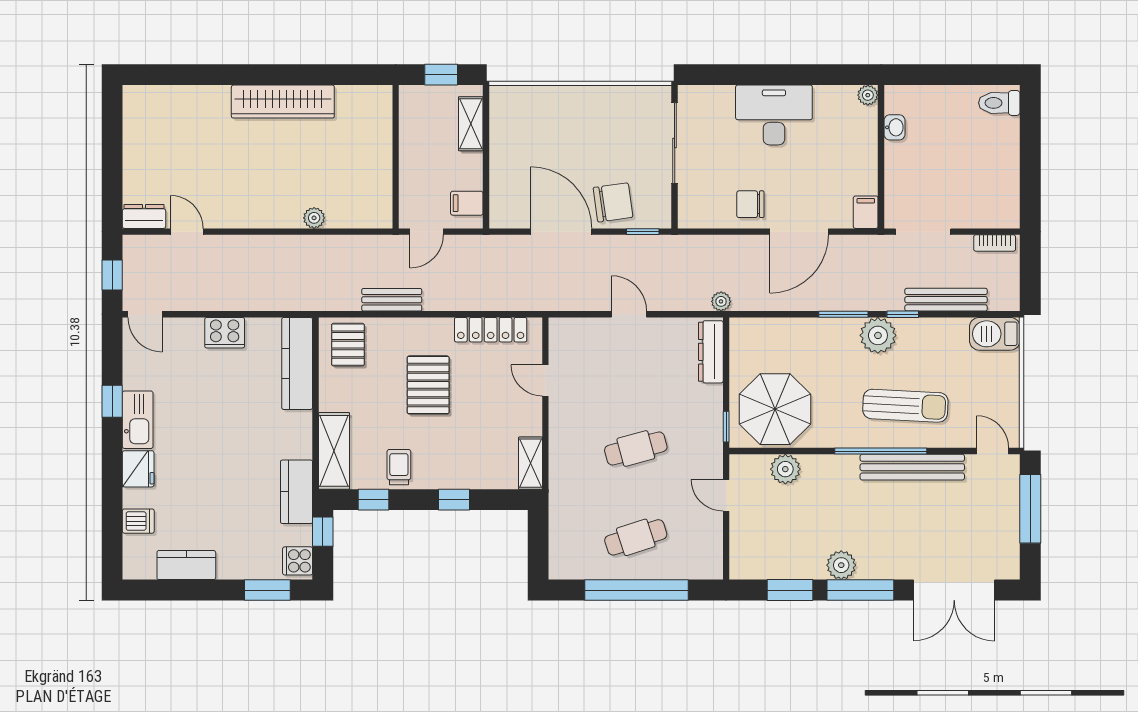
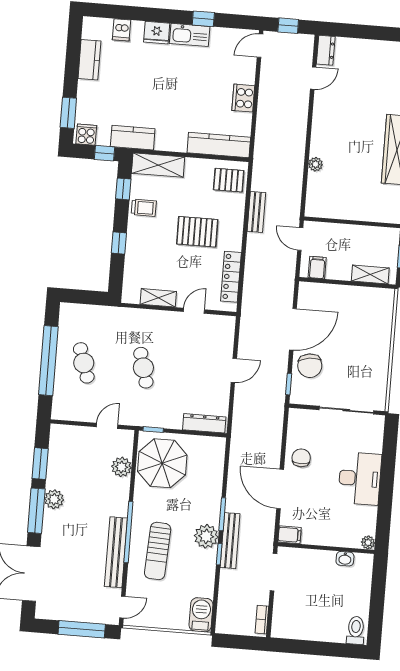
bench: (946, 300) -> (230, 541), moved
plant: (721, 301) -> (237, 433), removed
shelving: (531, 463) -> (158, 298), moved

